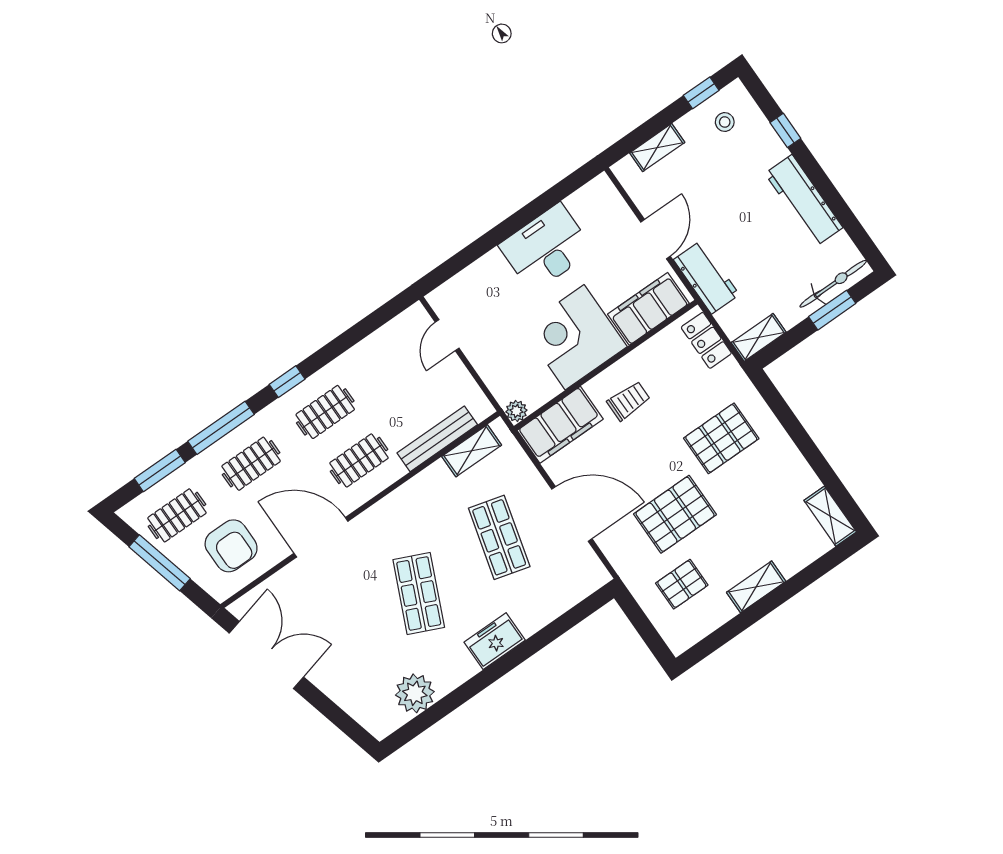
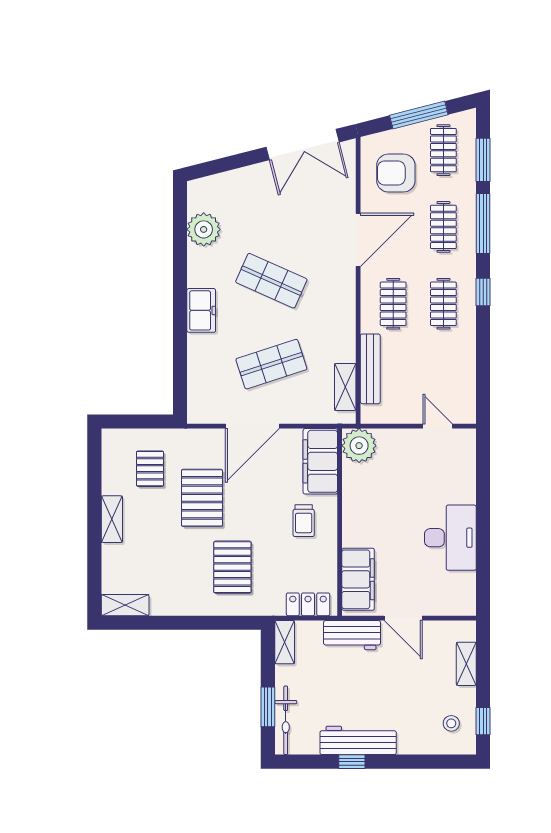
window: (785, 130) -> (352, 762), moved
corner desk: (575, 337) -> (374, 514), removed
plant: (516, 411) -> (359, 446), width x1.87, depth x1.87
shop shelf: (499, 537) -> (271, 364), turned -33

